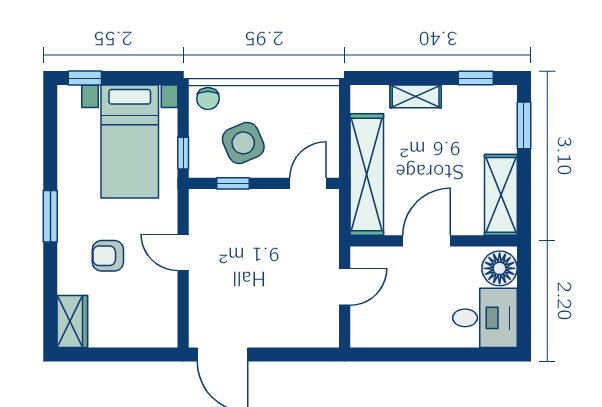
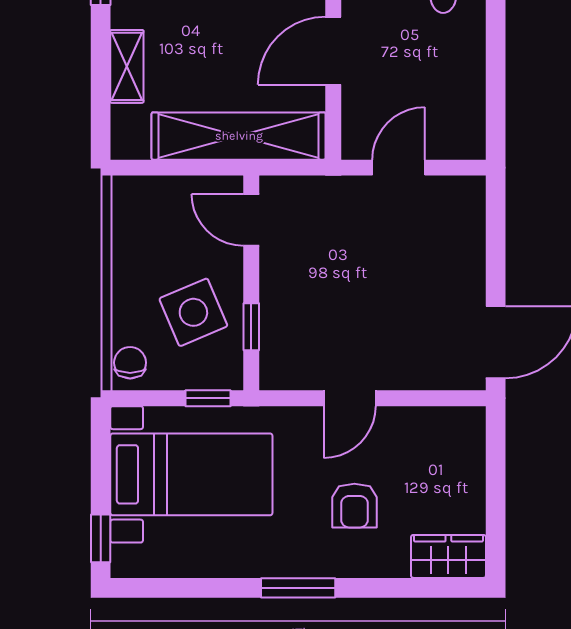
chair: (208, 99) -> (130, 363), turned -90
door: (427, 241) -> (333, 51), hinge flipped
door: (345, 287) -> (399, 168), hinge flipped

